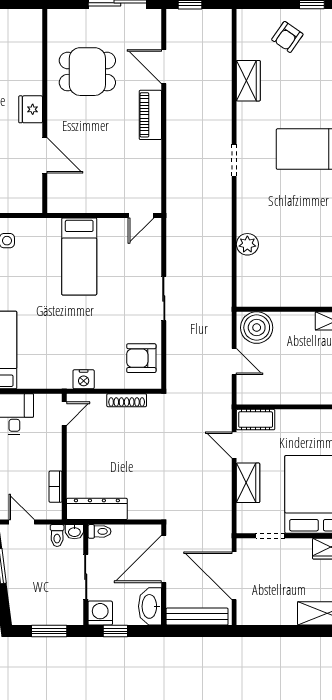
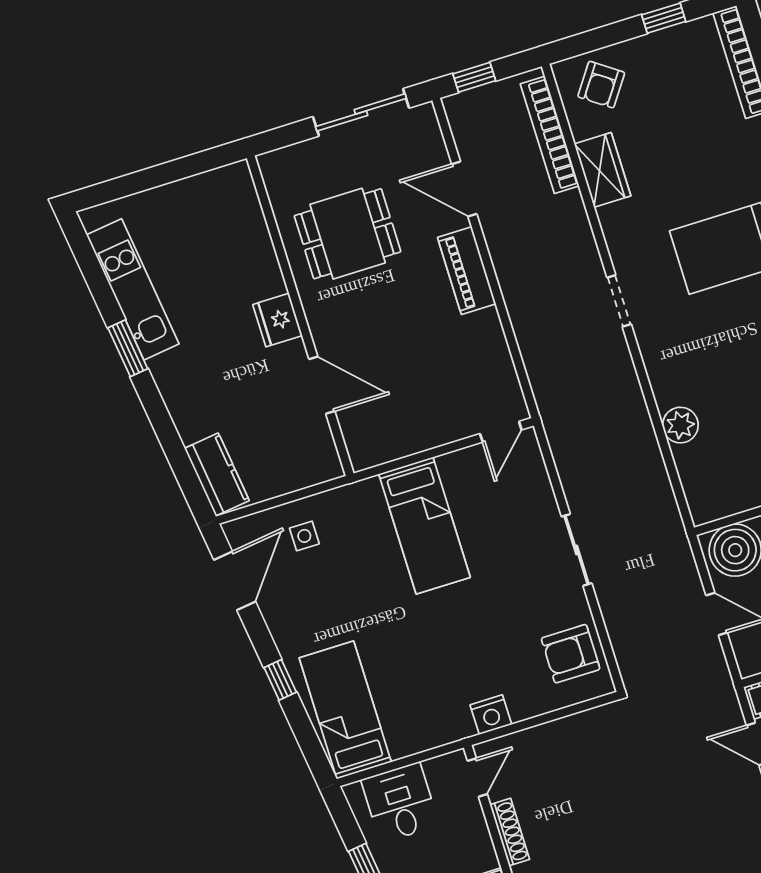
armchair: (287, 37) -> (601, 85), moved
bookcase: (224, 51) -> (550, 135), added
shoe rack: (127, 400) -> (510, 832), moved, turned -90

